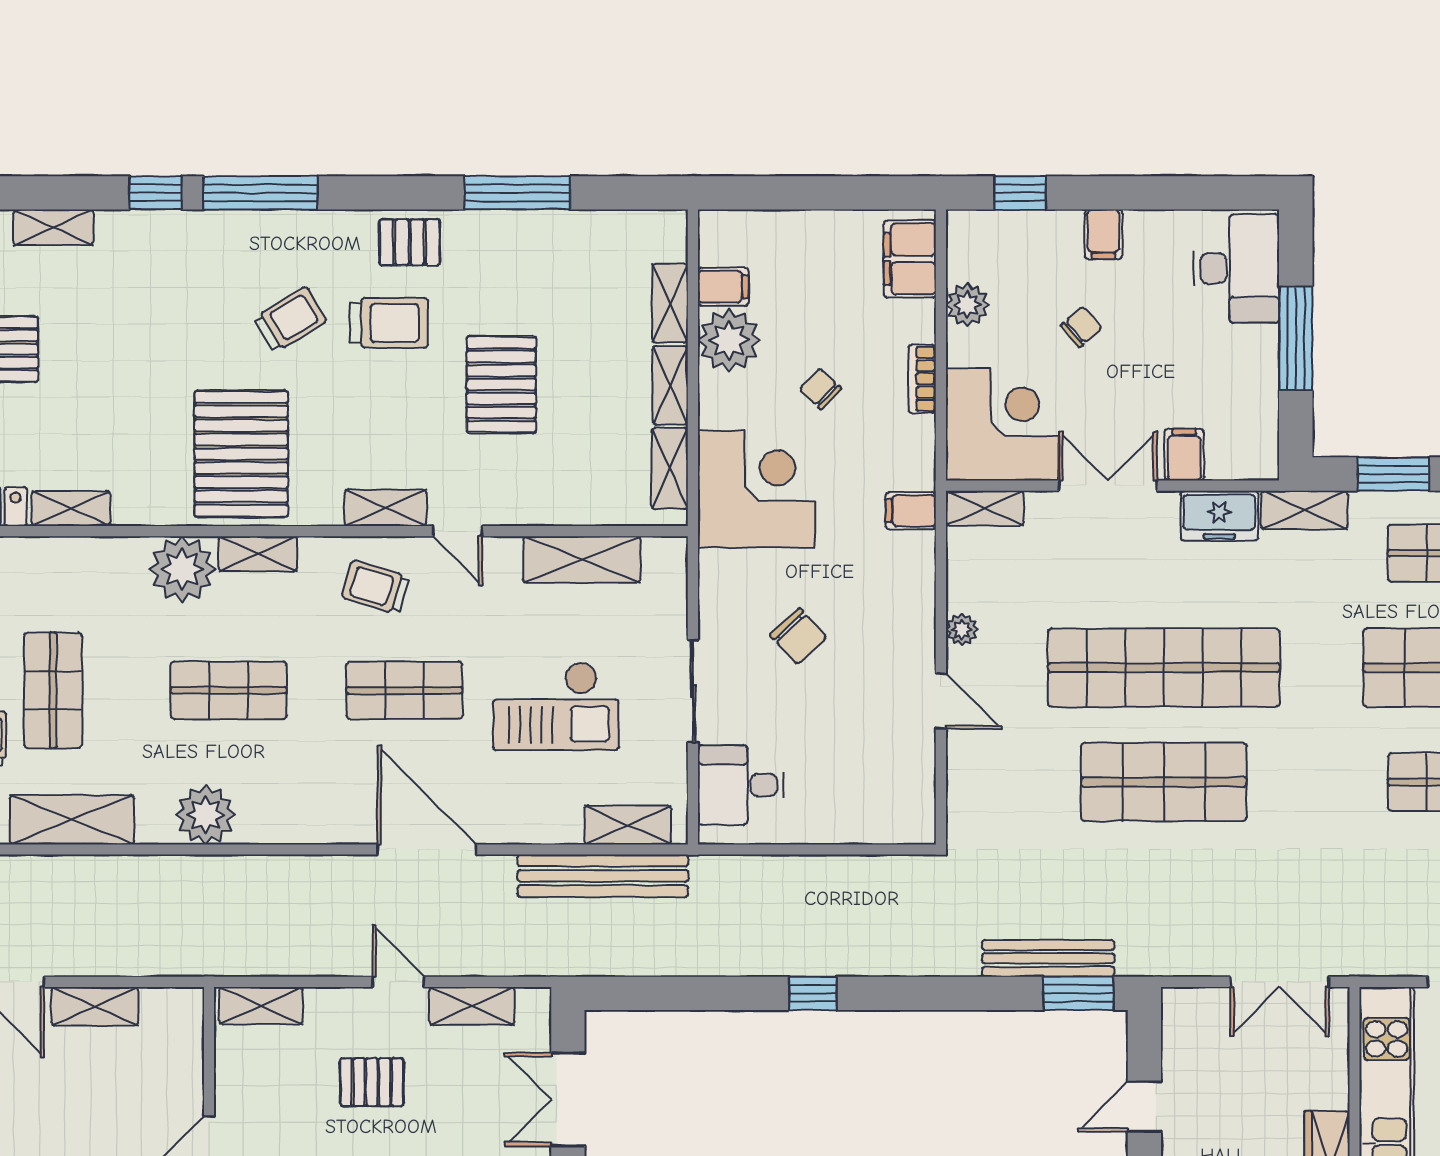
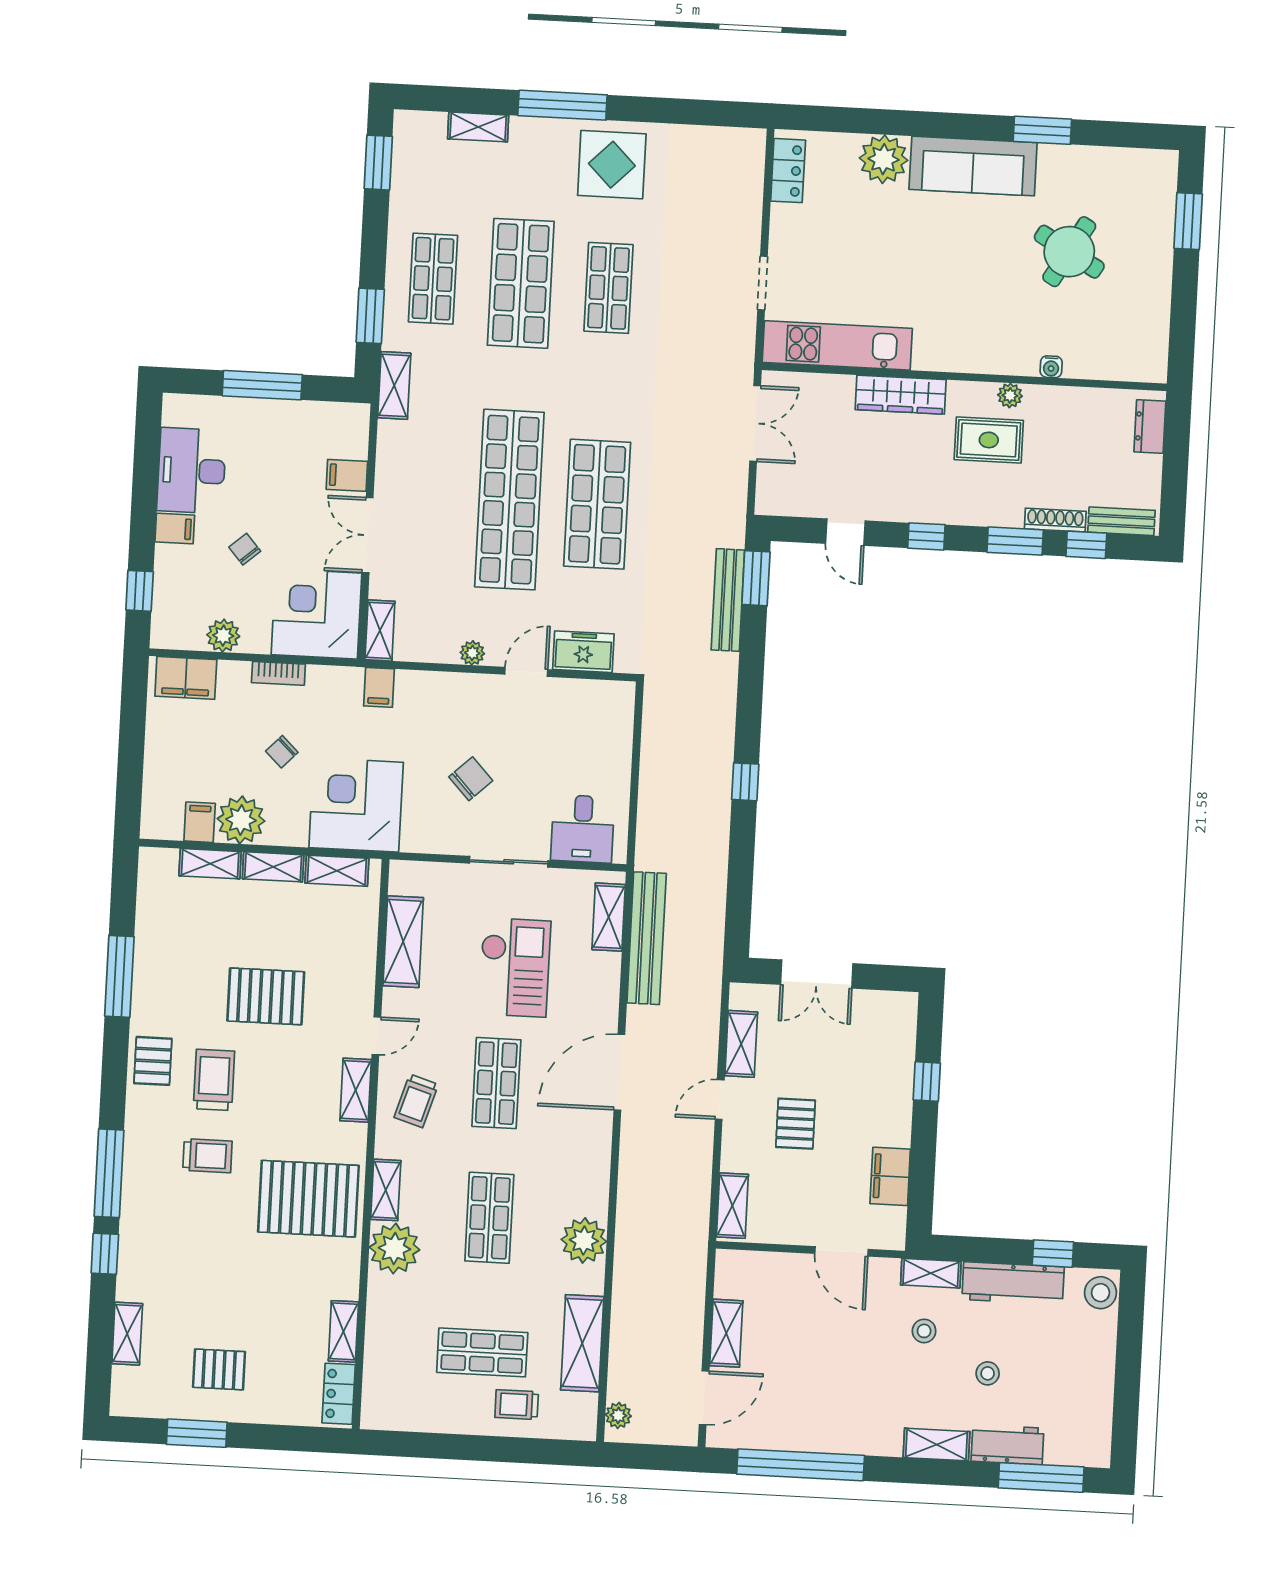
desk: (1236, 268) -> (191, 471), moved, turned -90
trolley: (290, 320) -> (207, 1156), turned 121
freezer: (1219, 516) -> (583, 652), moved, turned -90

